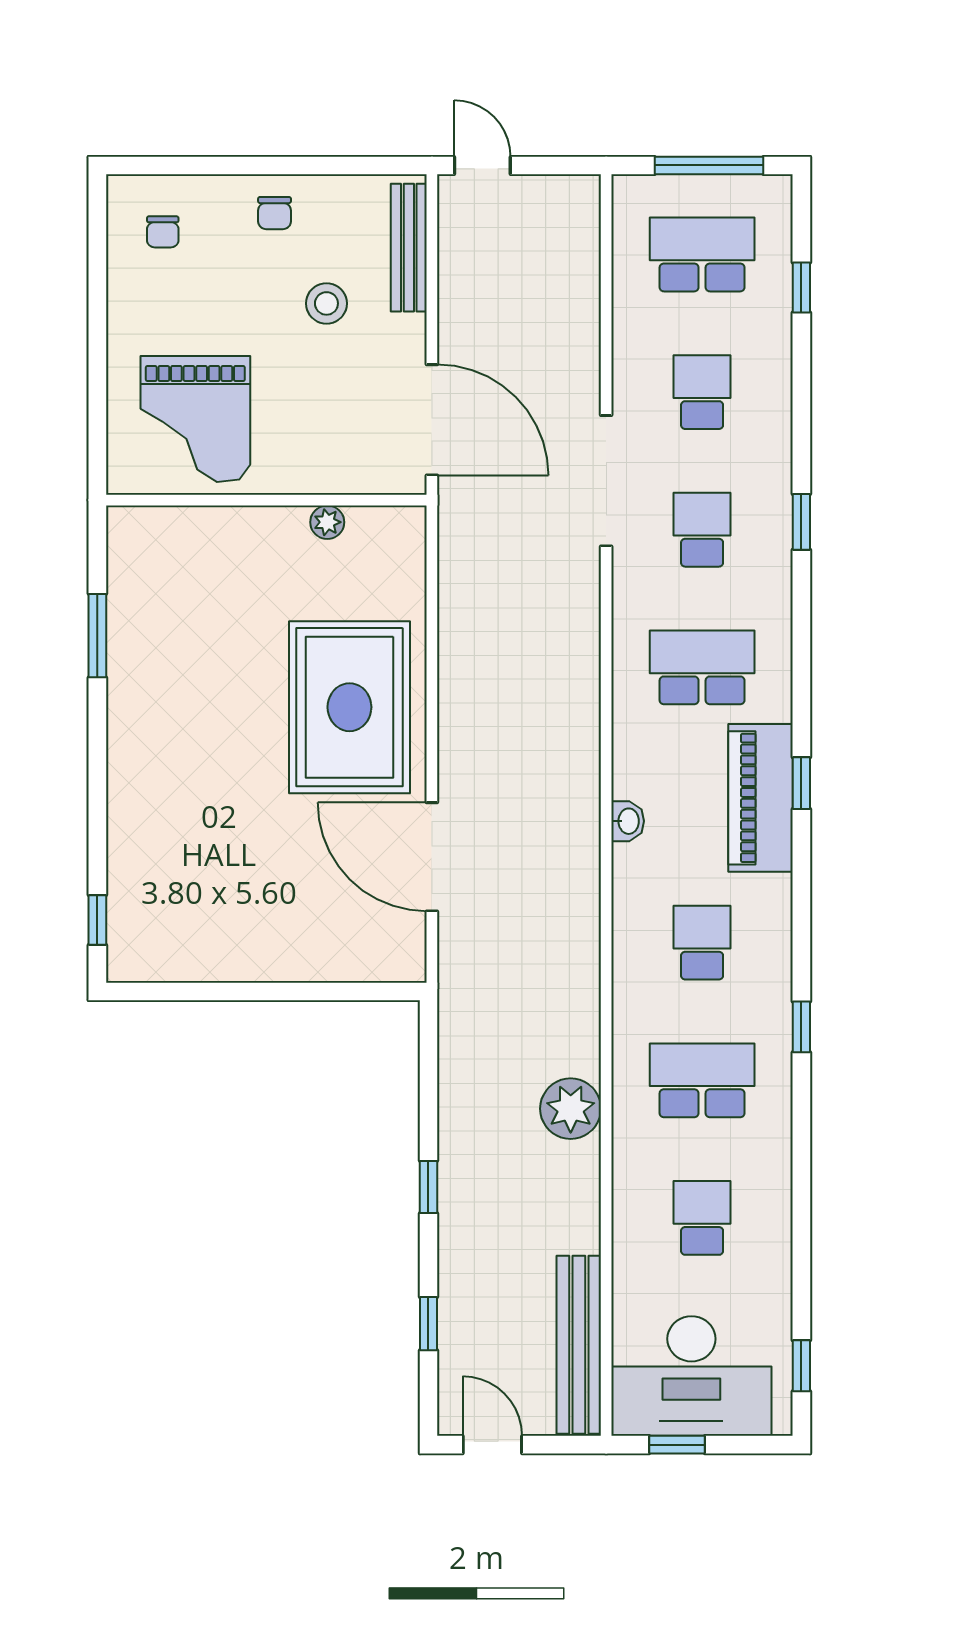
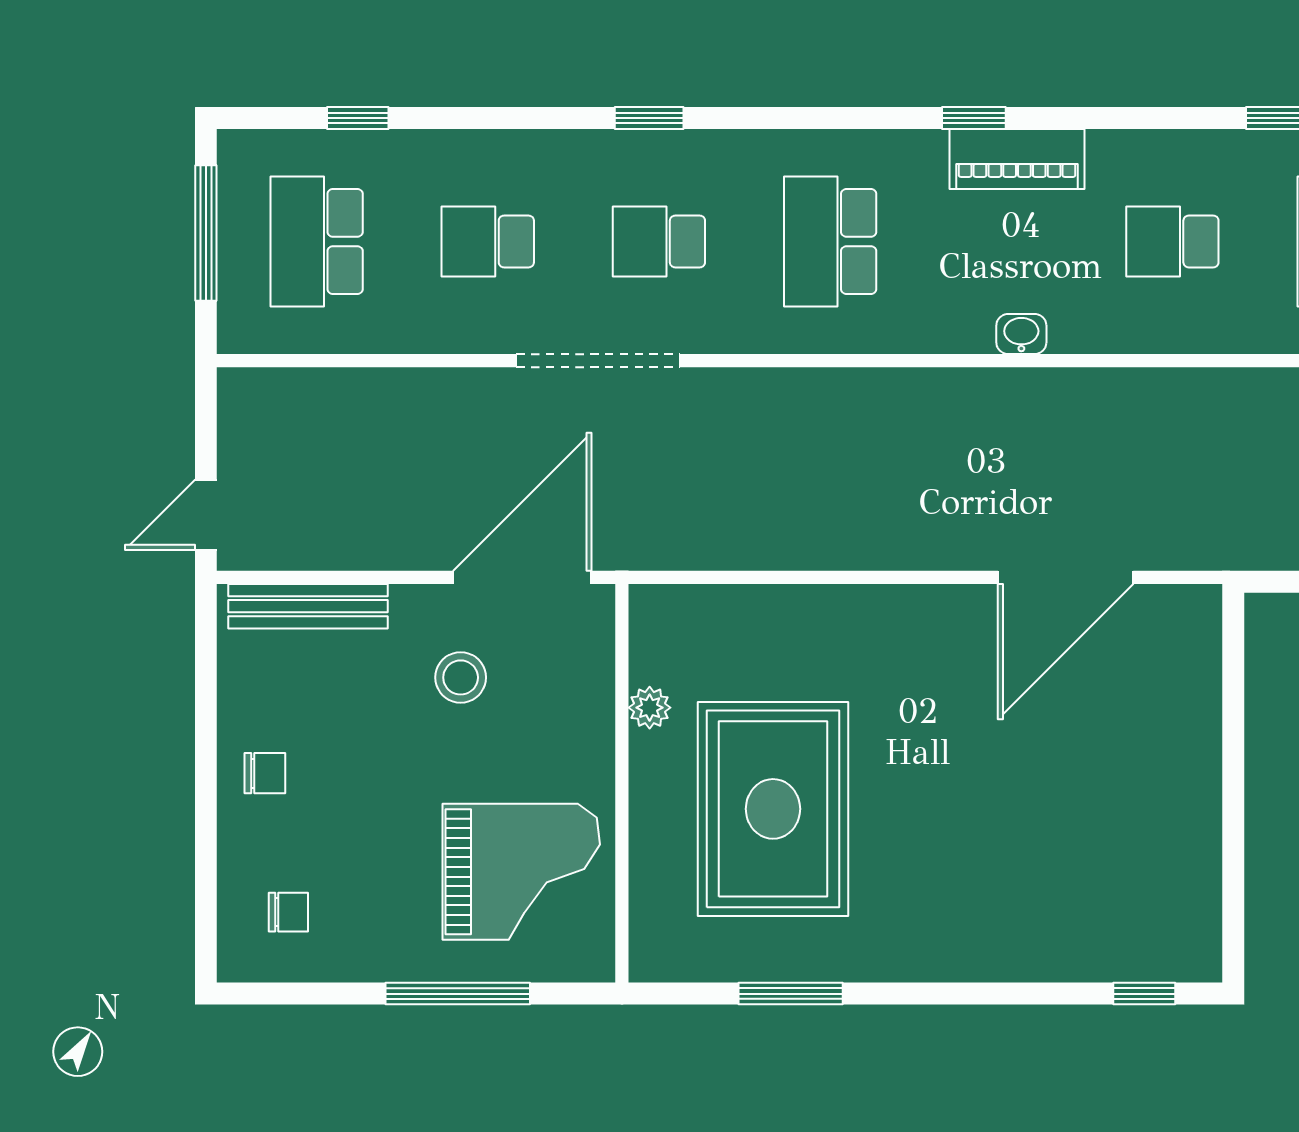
stool: (326, 303) -> (461, 677), moved
window: (97, 368) -> (458, 994), added
rug: (349, 707) -> (773, 809), moved, turned 90
piano: (761, 798) -> (1017, 159), width x0.73, depth x0.75

